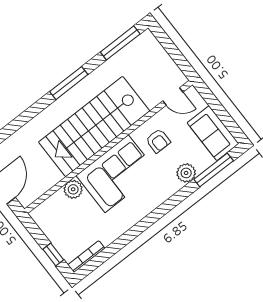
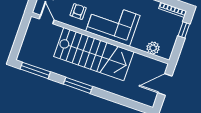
plant: (73, 189) -> (153, 48), moved

